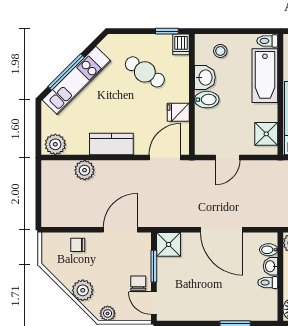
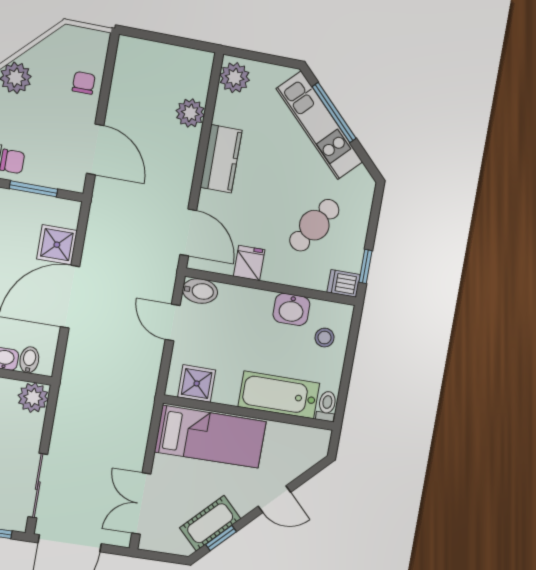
bidet: (207, 100) -> (200, 291), moved, turned -90
shower: (169, 244) -> (57, 245), moved

